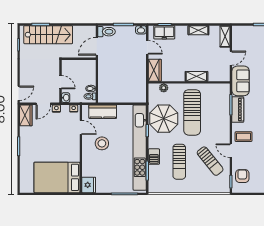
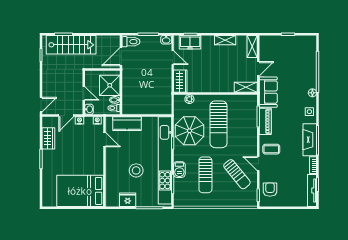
shower: (86, 74) -> (110, 85), added
shelving: (196, 76) -> (246, 87), moved
wardrobe: (26, 115) -> (48, 138), moved
stool: (102, 143) -> (136, 170), moved
fridge: (89, 185) -> (128, 200), moved, turned -90

